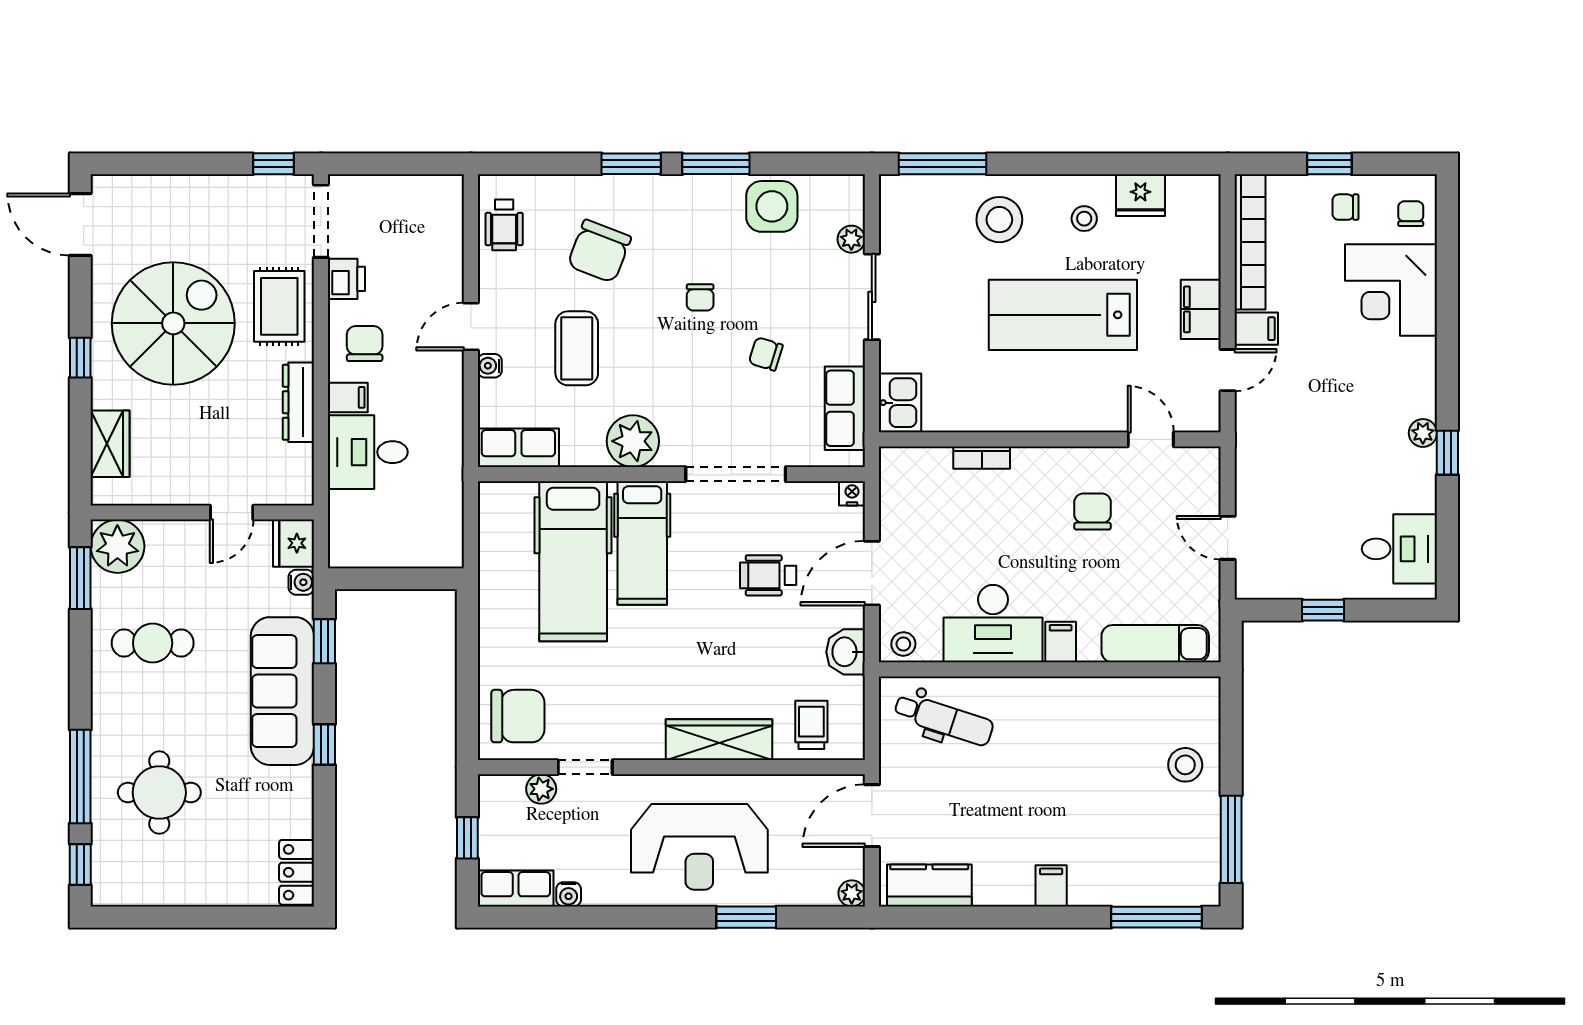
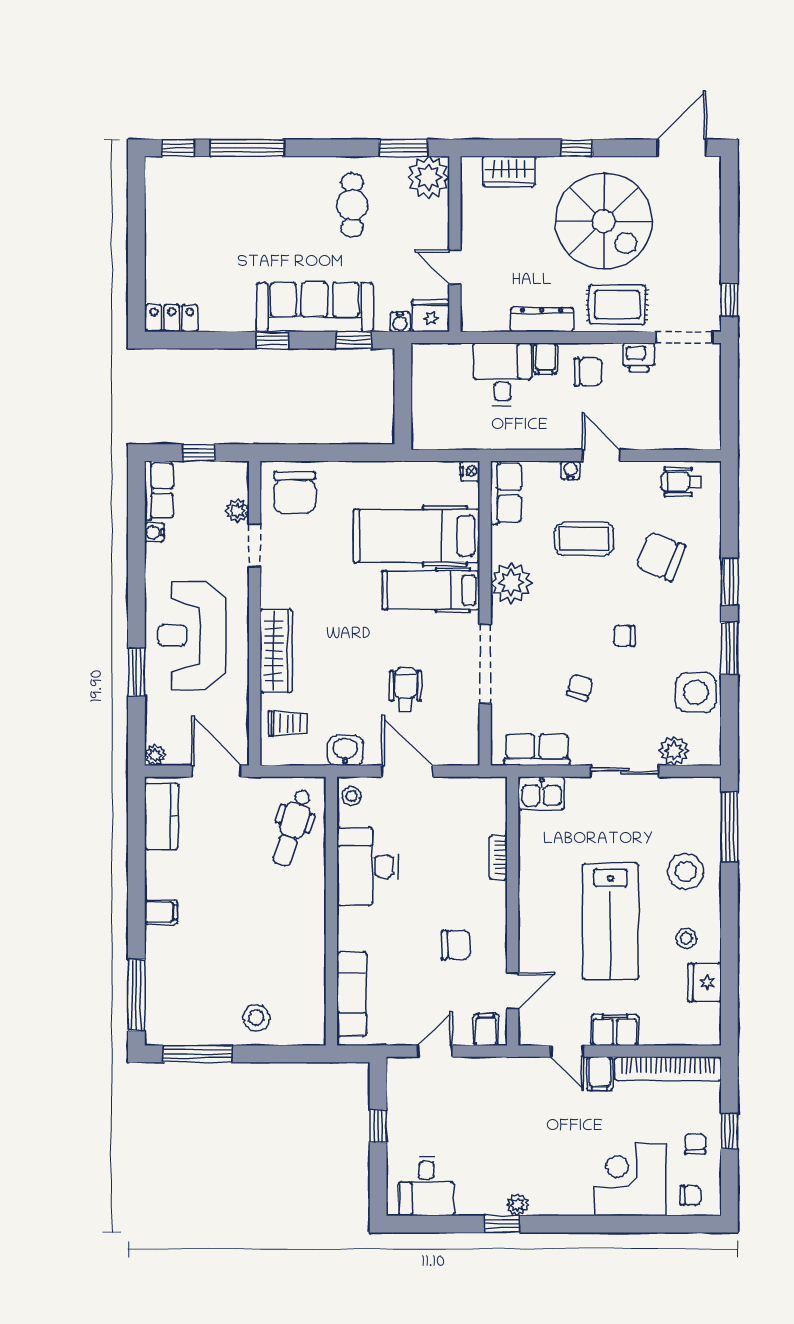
plant: (851, 239) -> (674, 751), width x1.38, depth x1.38
lab bench: (1063, 315) -> (611, 921), turned 180
nightstand: (852, 493) -> (470, 471), moved
filing cabinet: (1061, 642) -> (486, 1030), moved, turned -90
round table: (159, 792) -> (235, 210), removed

